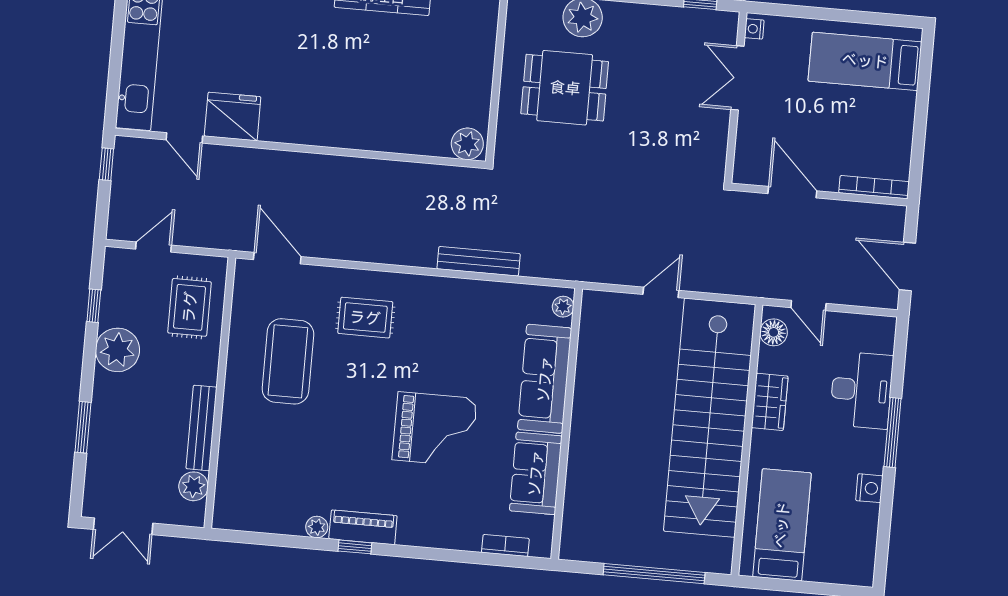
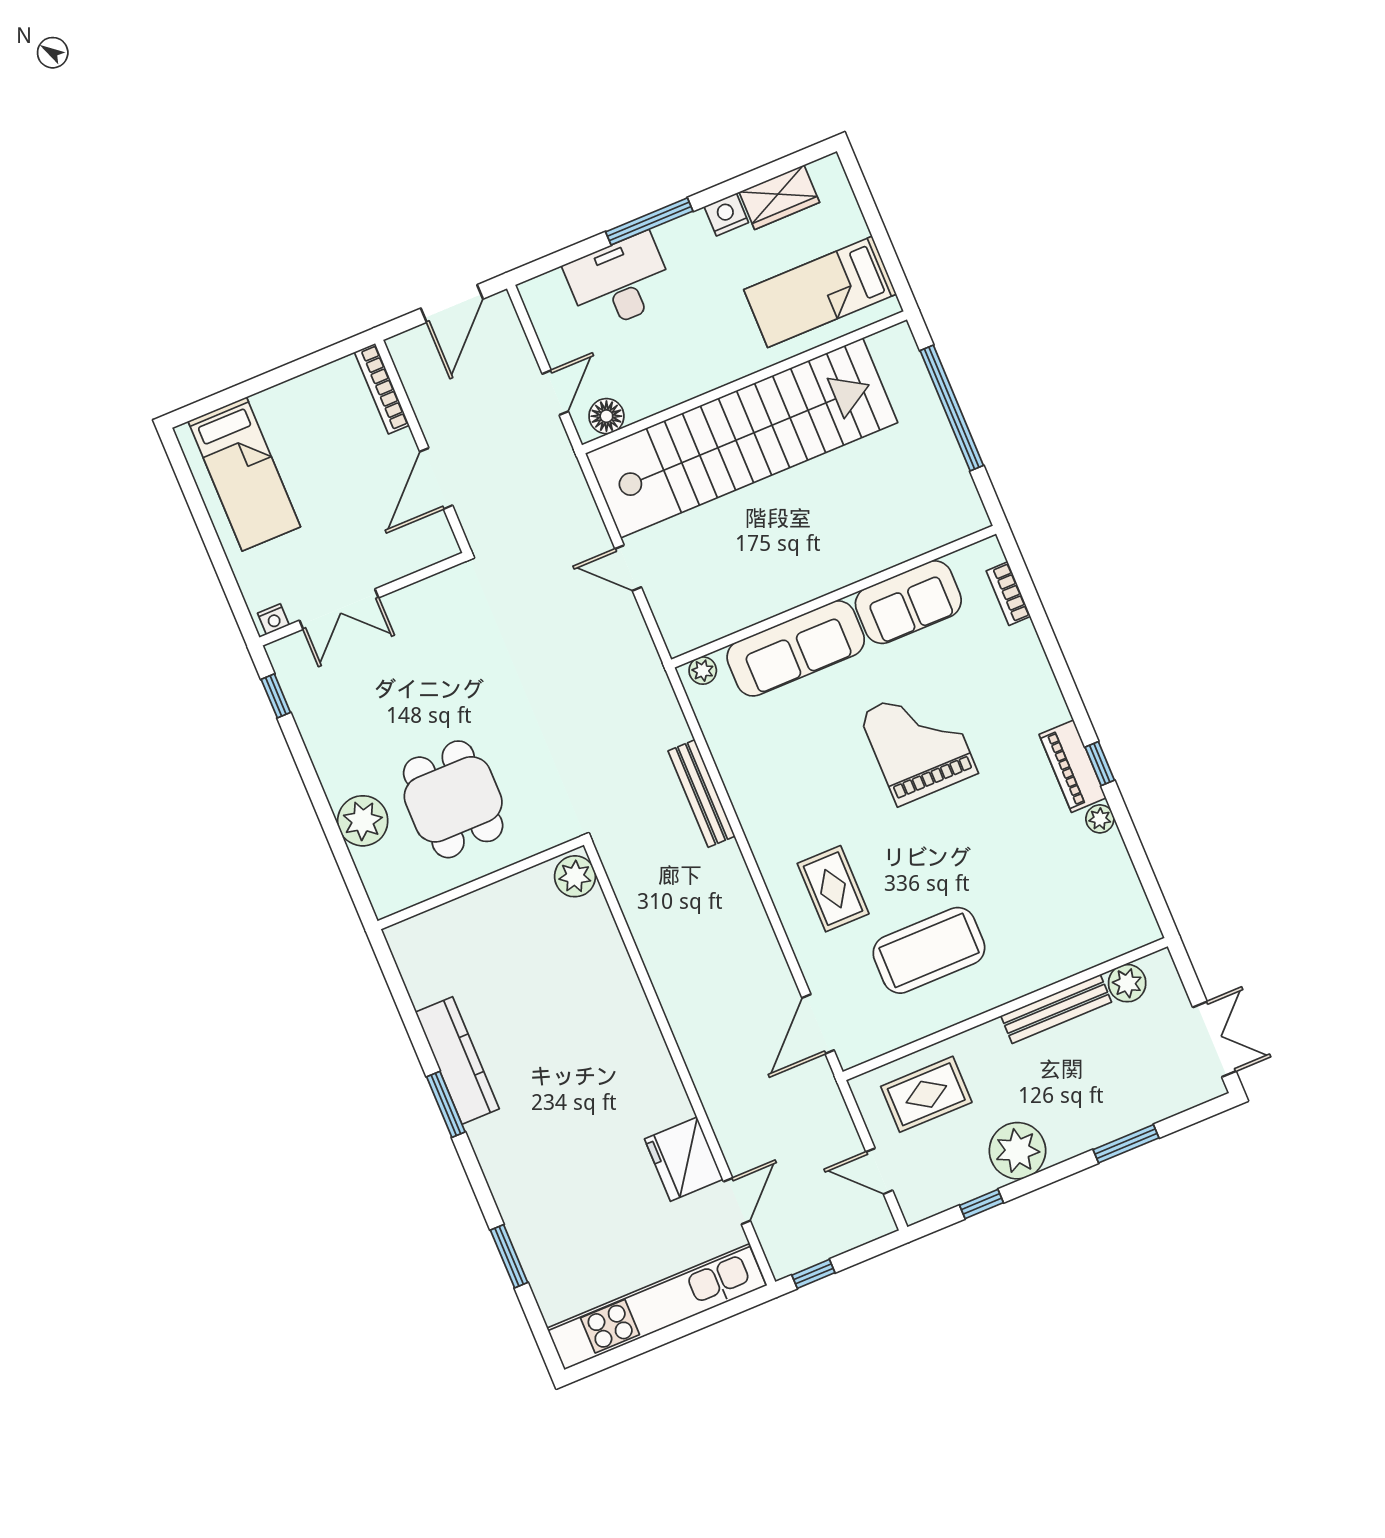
wardrobe: (770, 402) -> (779, 197), moved, turned 180

